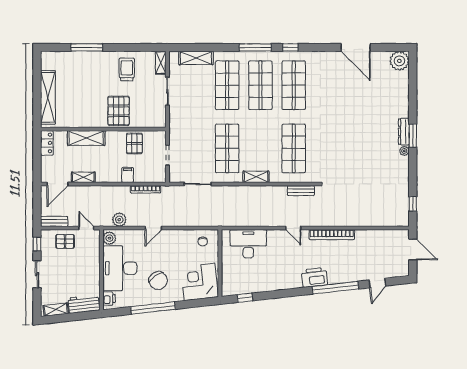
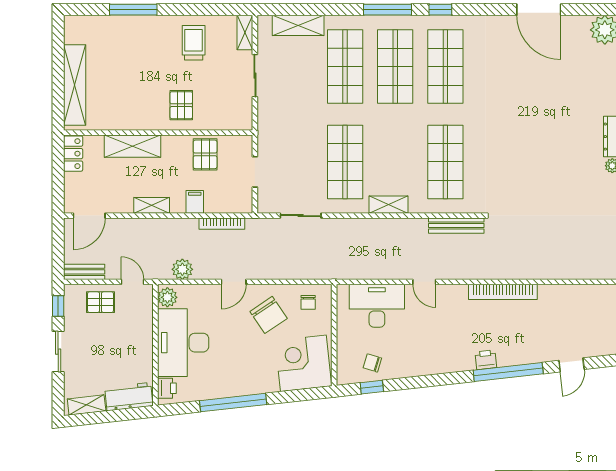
pallet: (119, 111) -> (181, 105), width x0.67, depth x0.71
shelving: (83, 177) -> (152, 205), moved
bench: (301, 191) -> (456, 226), width x1.36
door: (293, 228) -> (424, 282), moved
printer: (314, 277) -> (486, 360), width x0.53, depth x0.68
chair: (158, 281) -> (269, 315), moved
chair: (245, 282) -> (372, 363), added

